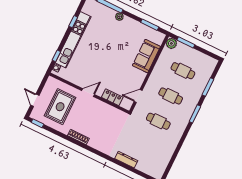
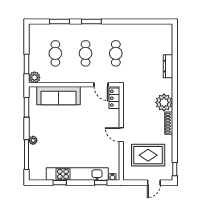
sofa: (146, 56) -> (58, 96), width x1.36
locker: (112, 97) -> (114, 98), moved
plant: (98, 141) -> (164, 102), added

